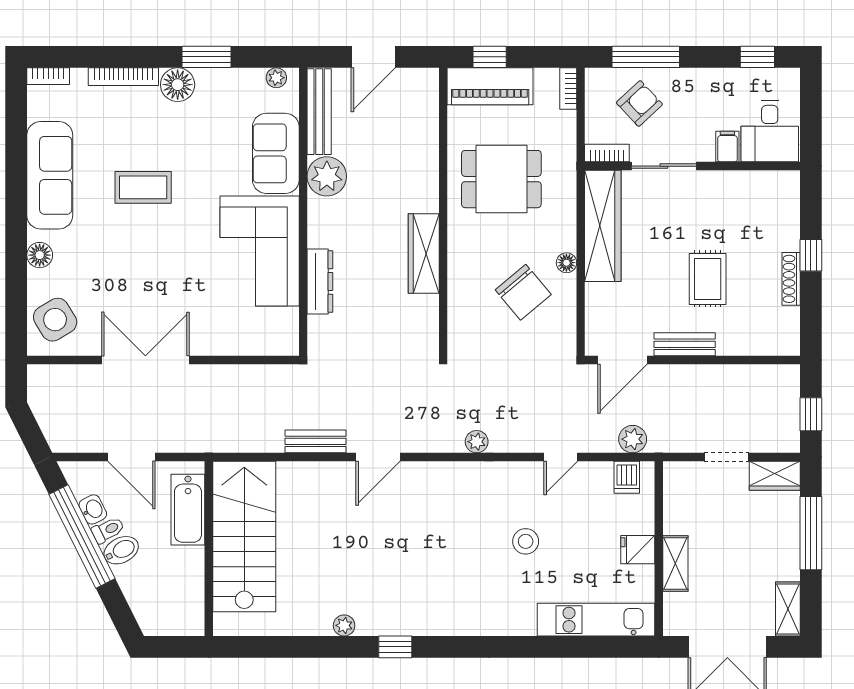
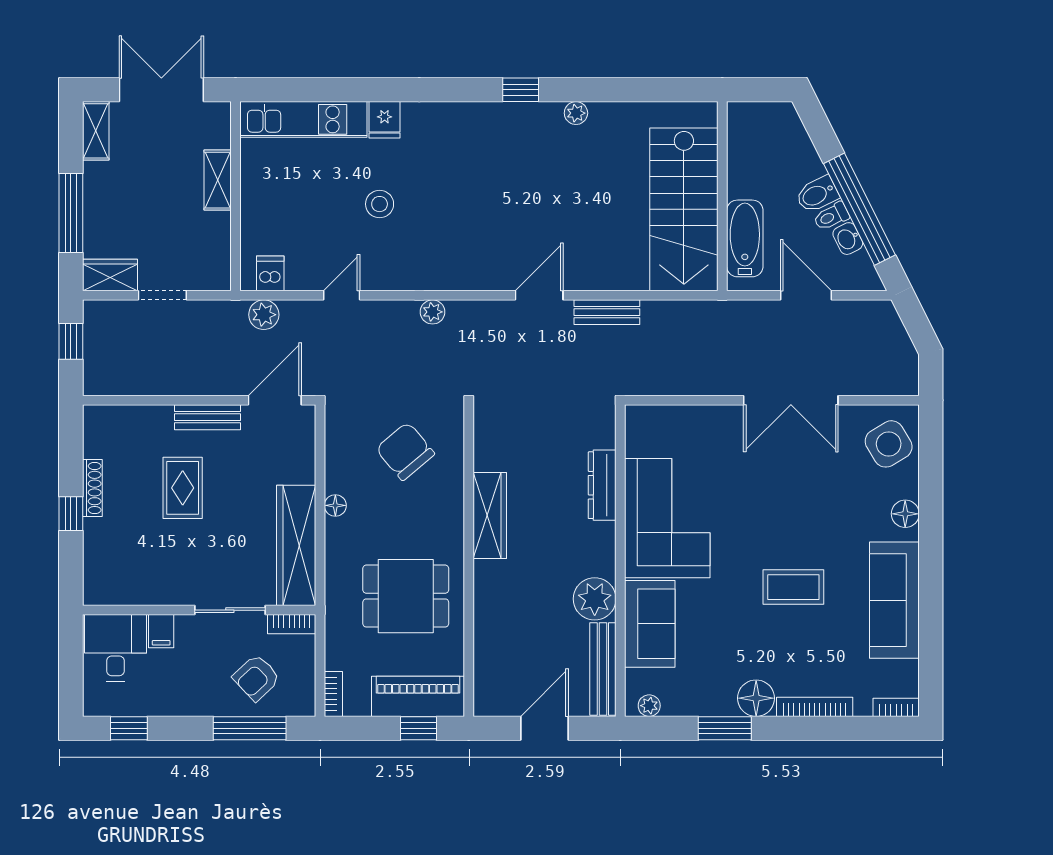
chair: (523, 292) -> (405, 451), moved
fridge: (638, 550) -> (385, 120), moved, turned 90

